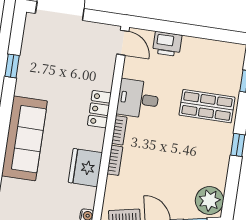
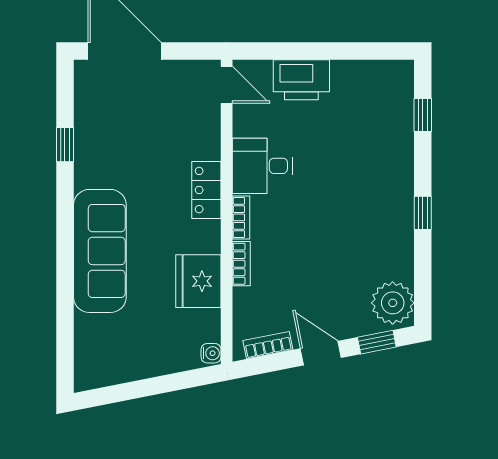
printer: (167, 44) -> (301, 80), width x1.37, depth x1.19
shop shelf: (207, 106) -> (368, 161), removed

